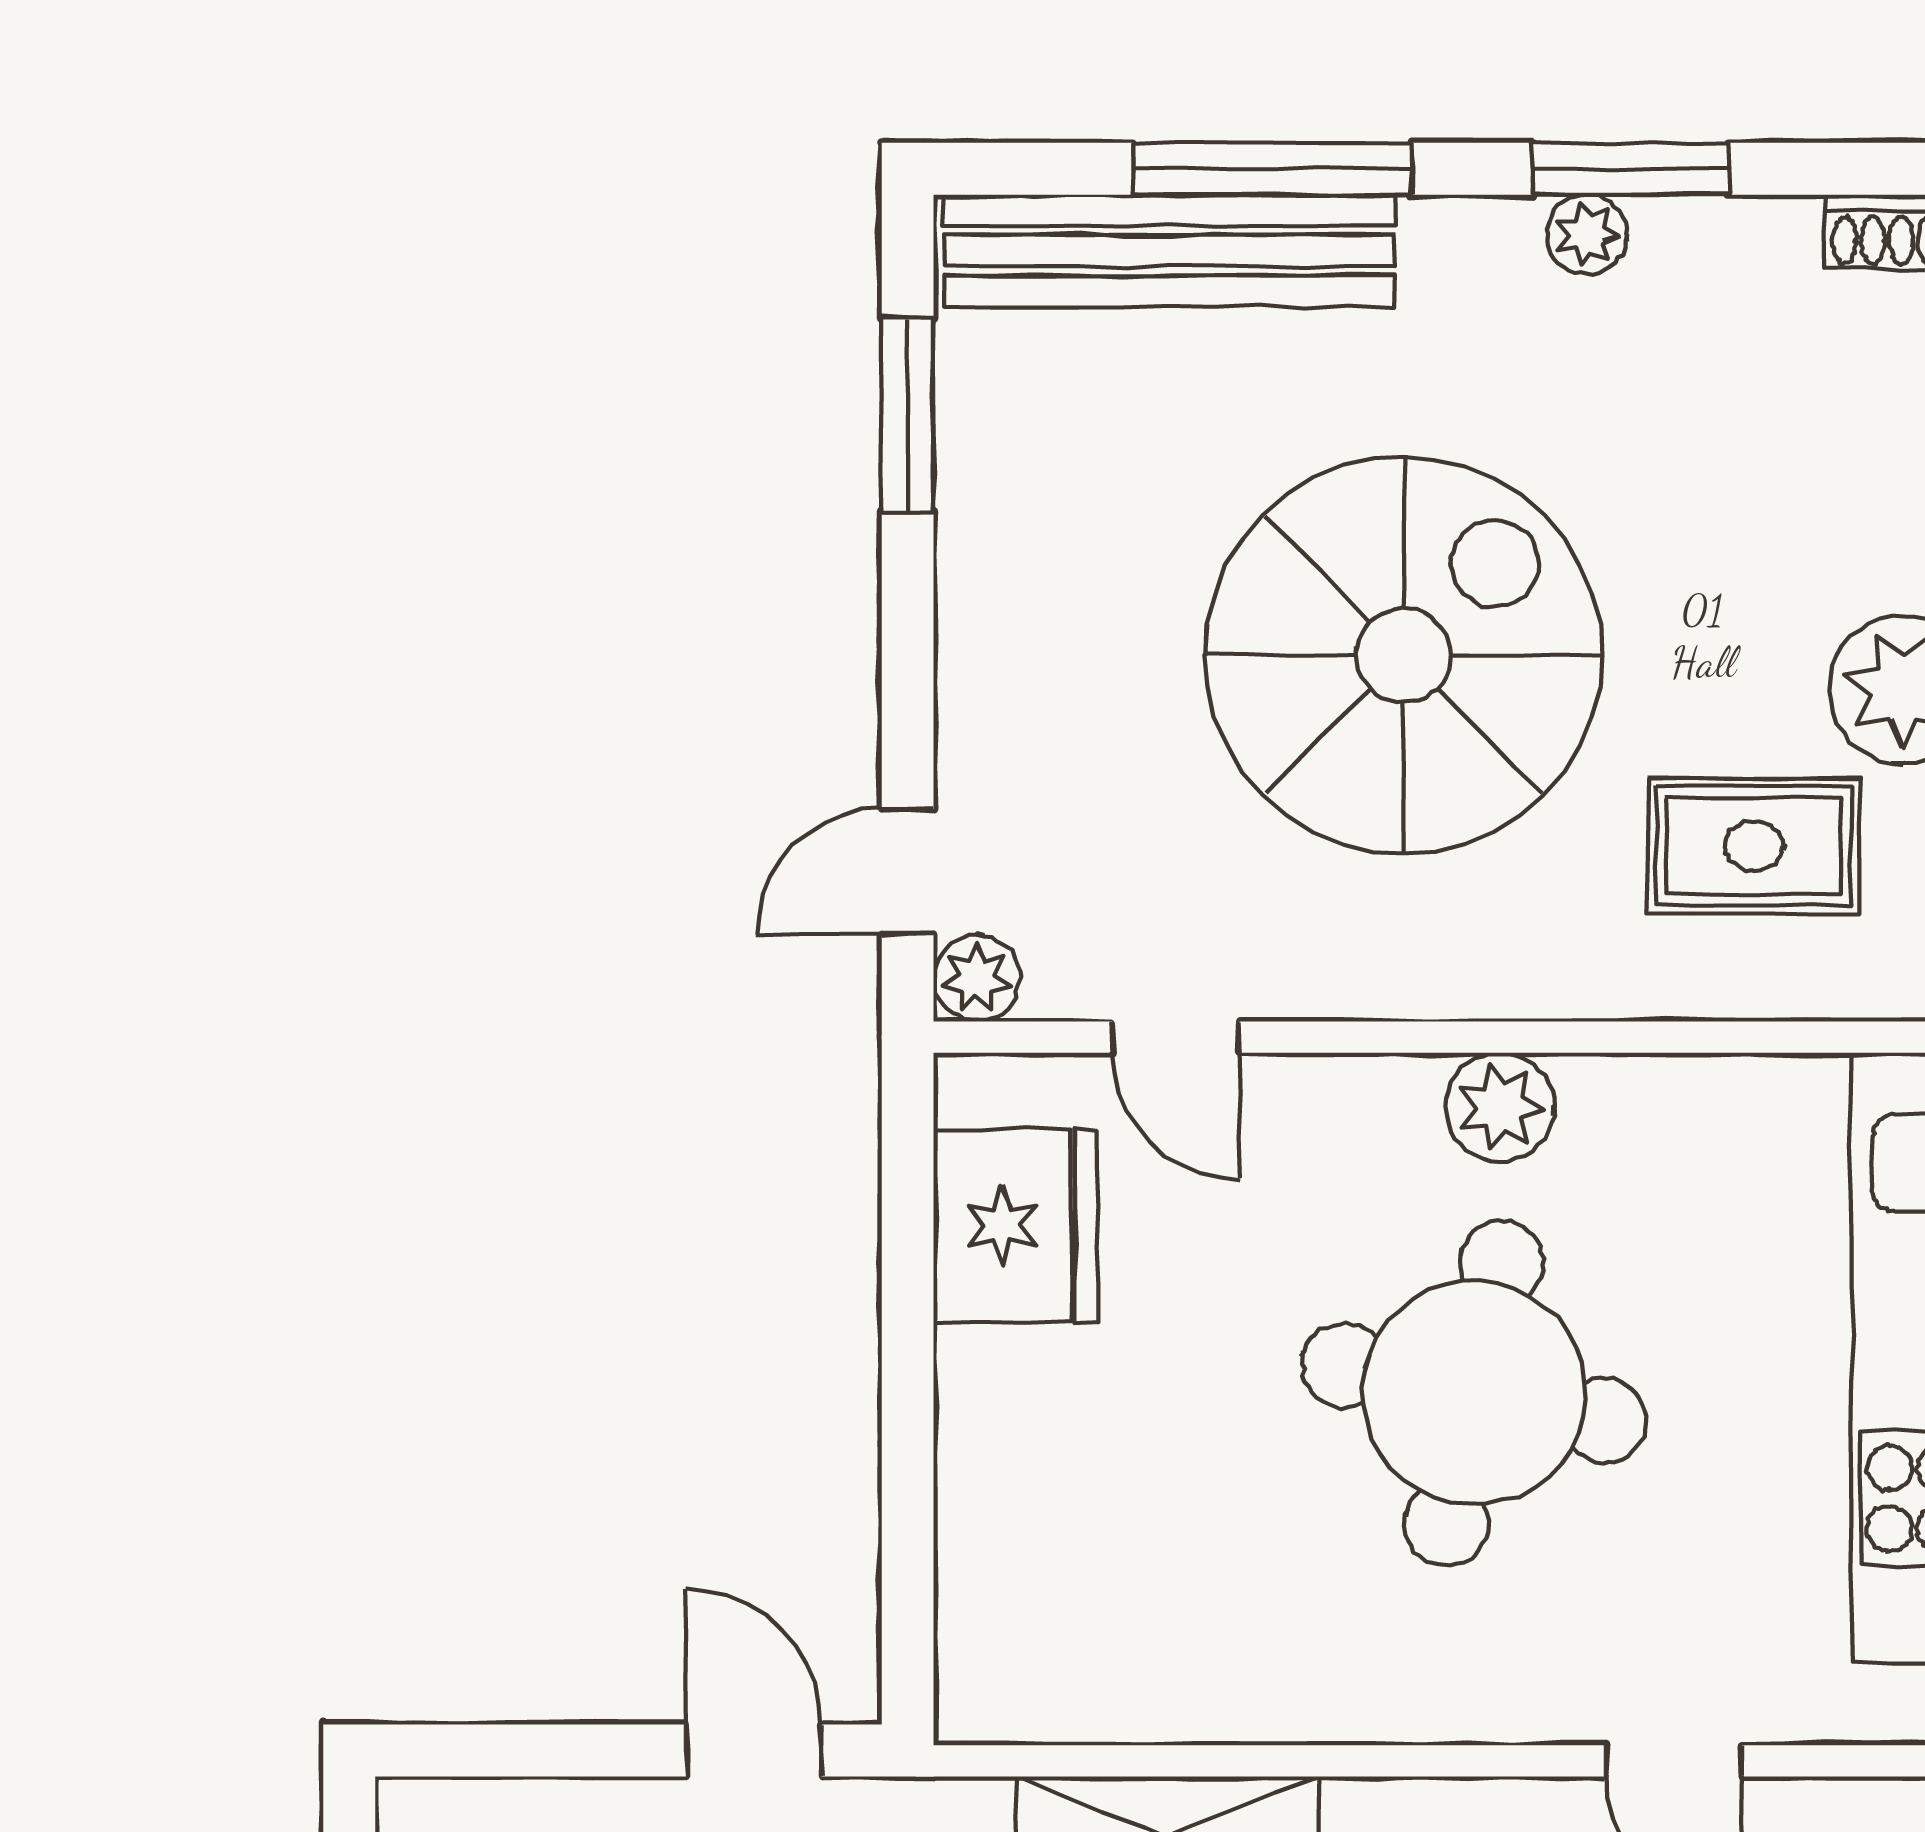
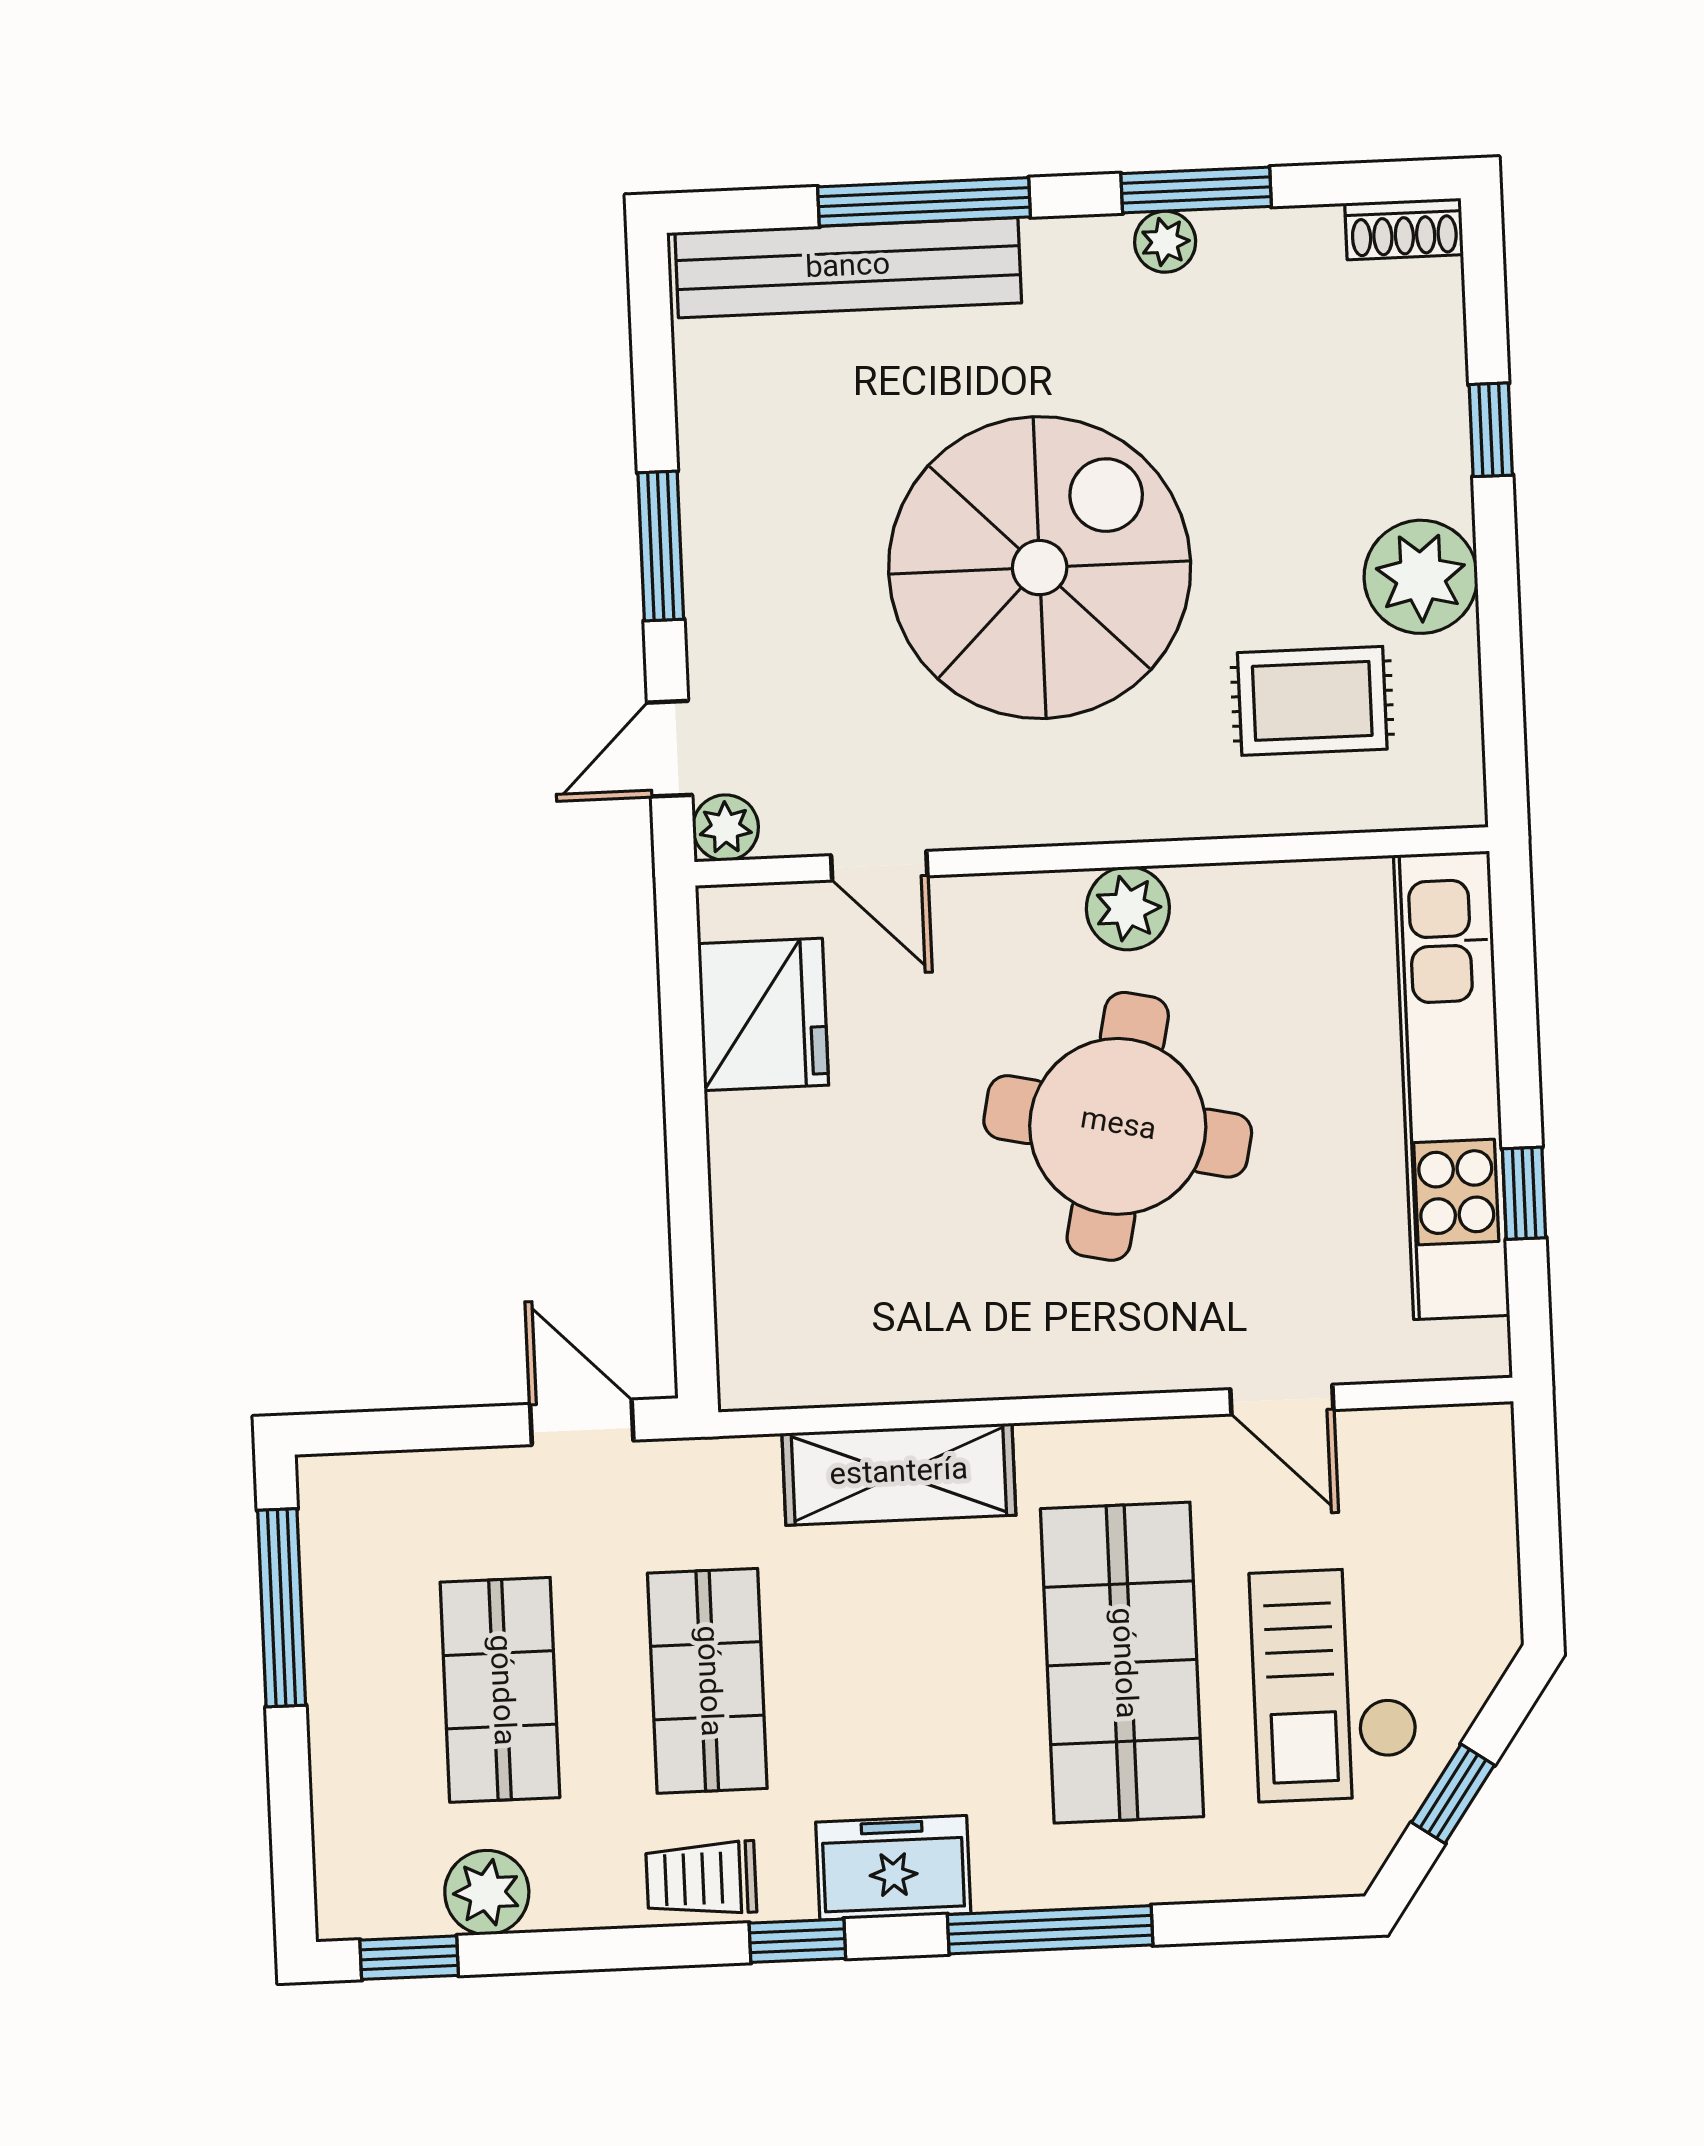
window: (908, 415) -> (661, 546), moved

